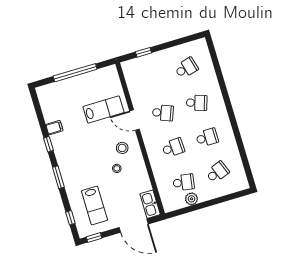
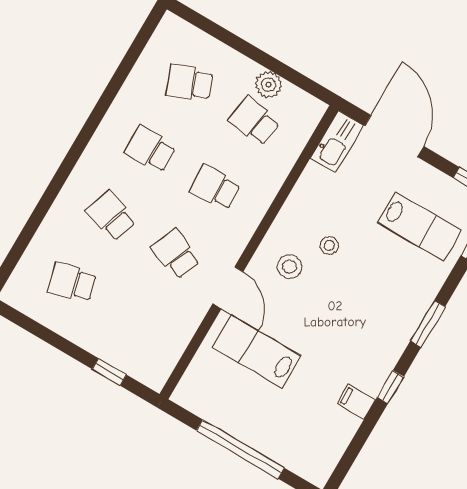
lab bench: (94, 206) -> (420, 226), turned 90

